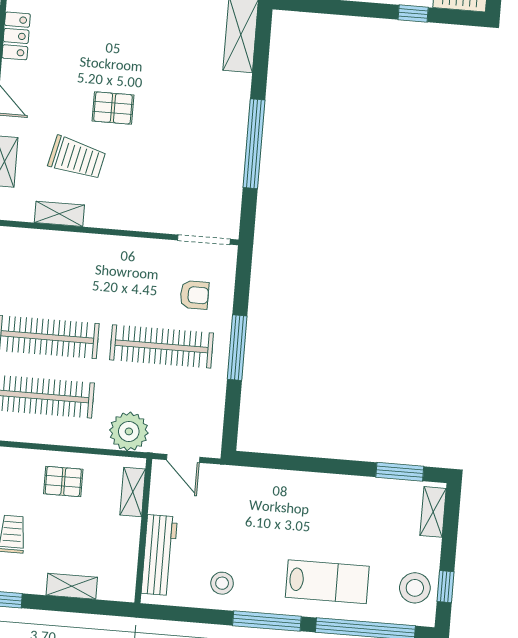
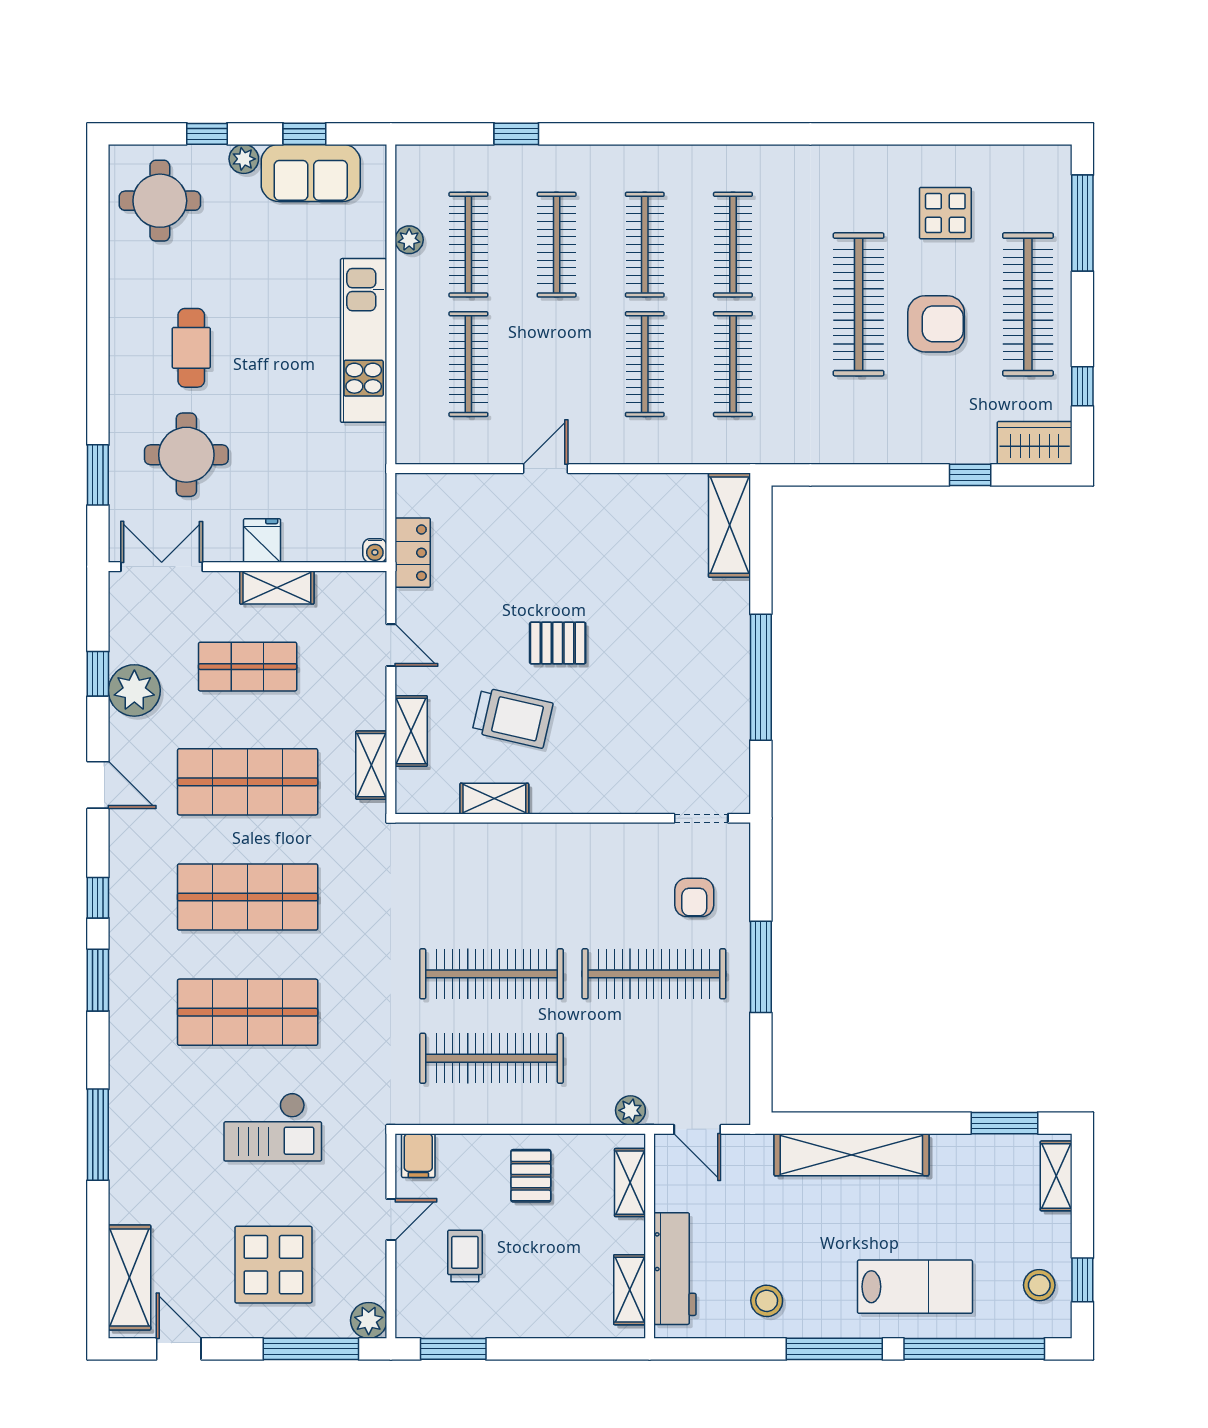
doorway: (204, 240) -> (701, 818), width x0.73
armchair: (194, 295) -> (694, 897), turned 90
plant: (129, 431) -> (630, 1110), width x0.53, depth x0.53
pallet: (63, 481) -> (531, 1176), turned 90
shelving: (290, 485) -> (851, 1155), added
shelving: (72, 586) -> (630, 1290), moved, turned 90
stool: (415, 588) -> (1039, 1285), width x0.73, depth x0.73

